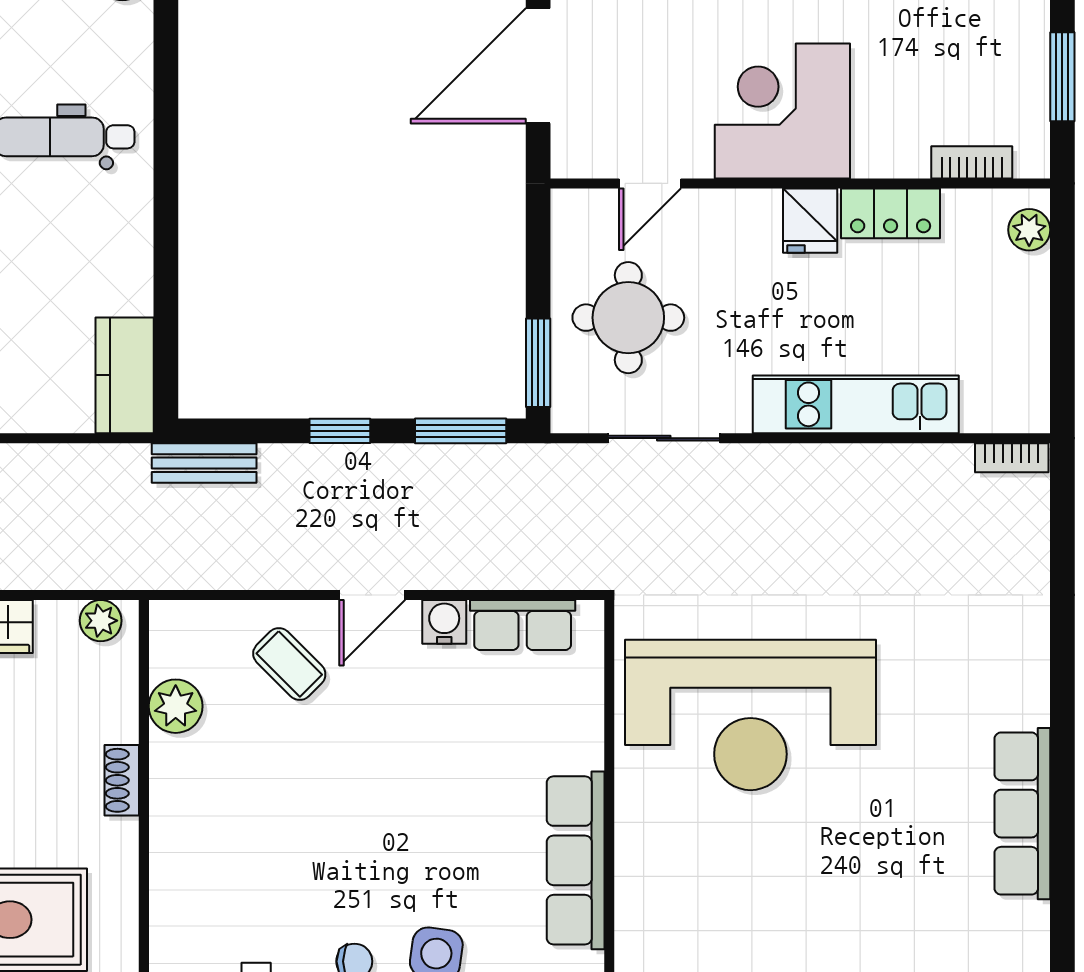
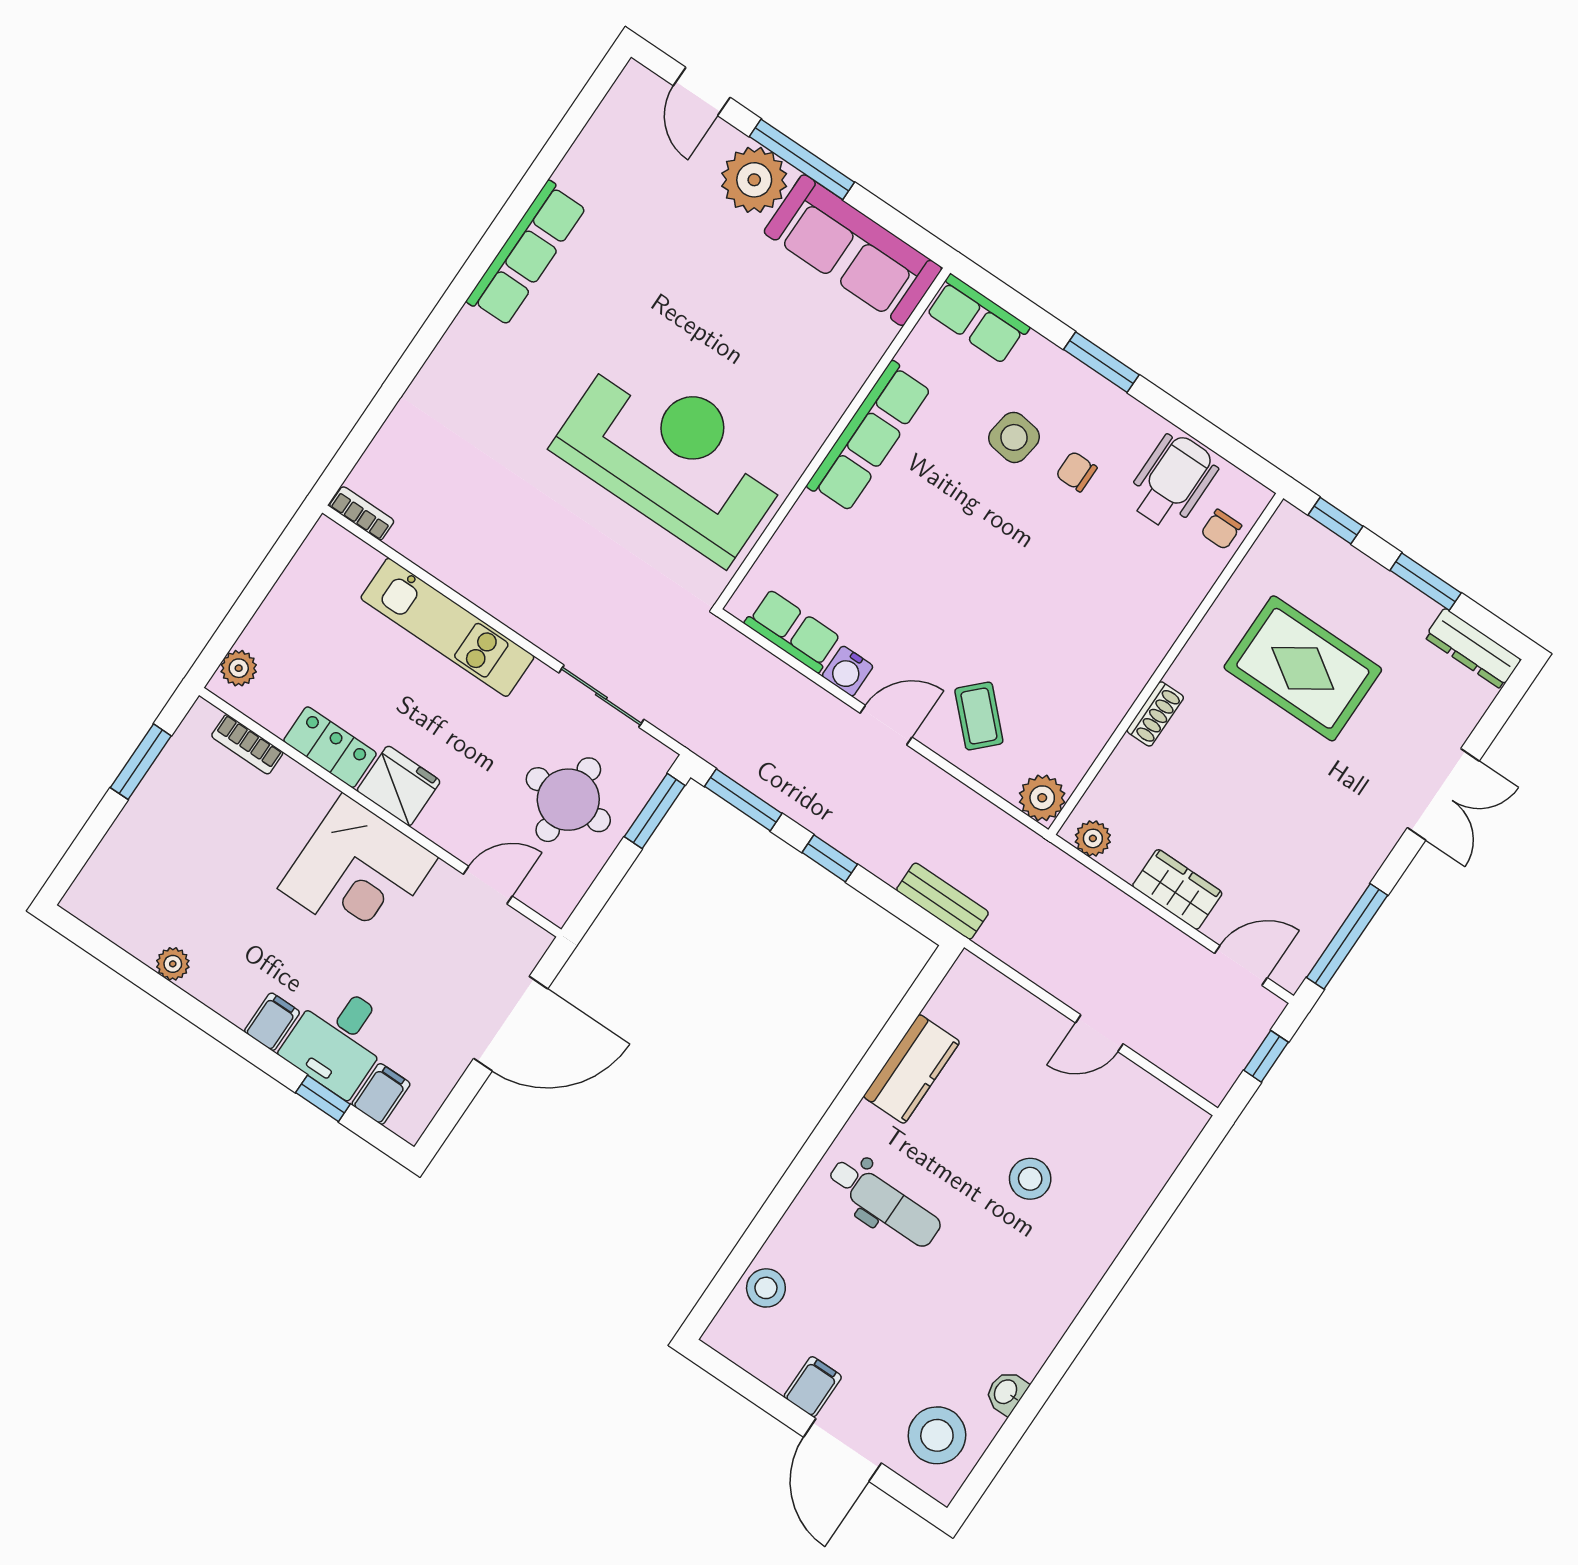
fridge: (810, 221) -> (399, 786), width x1.38
kitchen counter: (125, 375) -> (912, 1069), moved
plant: (176, 706) -> (1042, 798), moved

